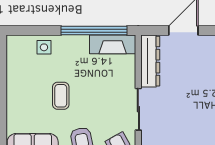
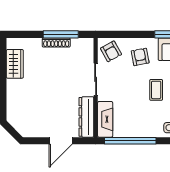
fireplace: (113, 44) -> (105, 119), moved, turned 90

